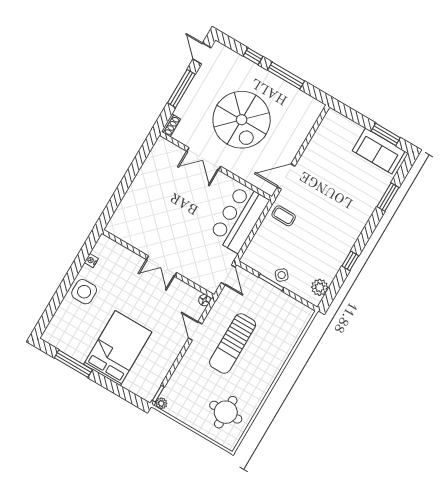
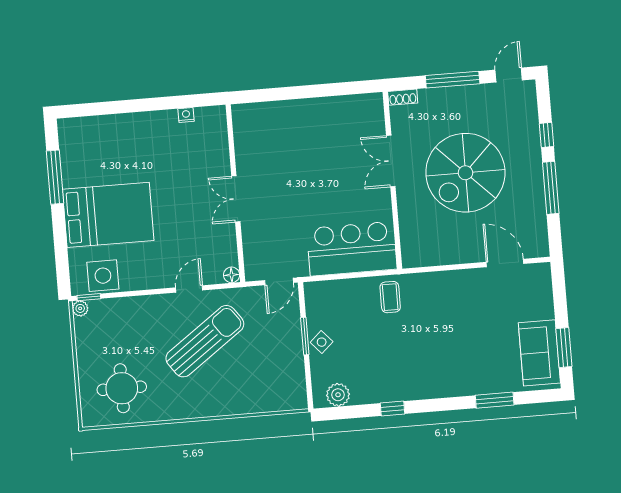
door: (286, 177) -> (505, 263), moved
side table: (84, 292) -> (103, 276), moved
sun lounger: (233, 344) -> (205, 341), turned 144

